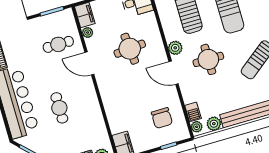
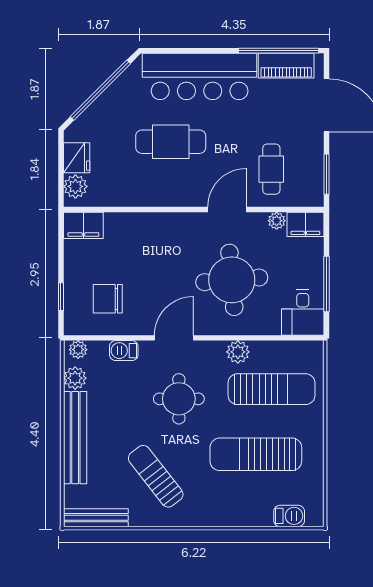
plant: (175, 48) -> (238, 352), moved
round table: (130, 49) -> (232, 280), width x1.36, depth x1.36
cafe table: (59, 108) -> (171, 142), width x1.37, depth x1.35
barbecue: (193, 112) -> (124, 351), moved

